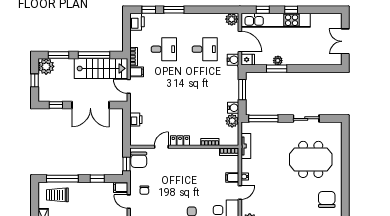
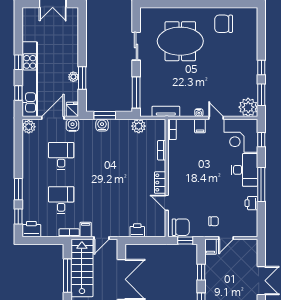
water cooler: (233, 108) -> (102, 125), moved
meeting table: (311, 159) -> (180, 41), turned 90

